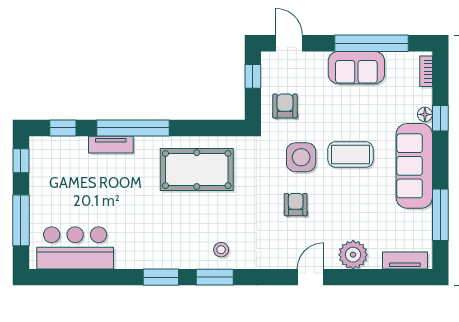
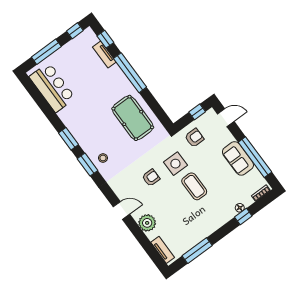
door: (289, 43) -> (226, 118), hinge flipped
tv unit: (111, 145) -> (104, 54), moved
sofa: (414, 166) -> (211, 221), removed

